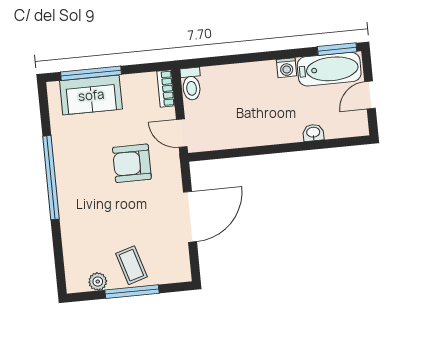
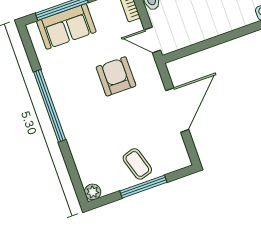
armchair: (132, 163) -> (116, 76), turned 90
plant: (98, 282) -> (93, 192), moved

